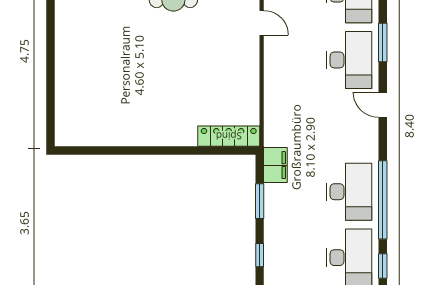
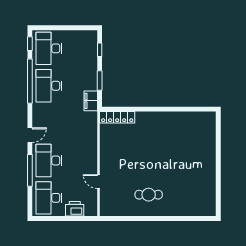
window: (383, 42) -> (30, 170), width x1.44
door: (383, 105) -> (30, 135), hinge flipped

